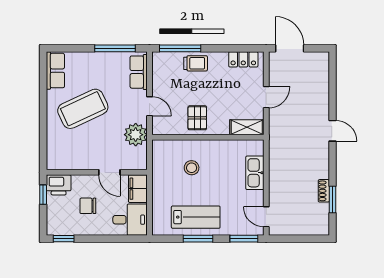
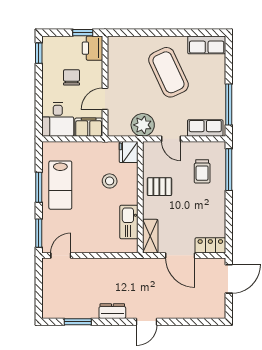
locker: (243, 59) -> (210, 245), moved, turned 90
trolley: (196, 63) -> (202, 171), moved
door: (266, 97) -> (180, 255), width x1.38
door: (149, 106) -> (171, 139), hinge flipped
fridge: (163, 149) -> (129, 152), added
dresser: (322, 165) -> (112, 311), added
kitchen sink: (255, 173) -> (129, 222), moved, turned -90
shoe rack: (324, 191) -> (87, 313), removed

